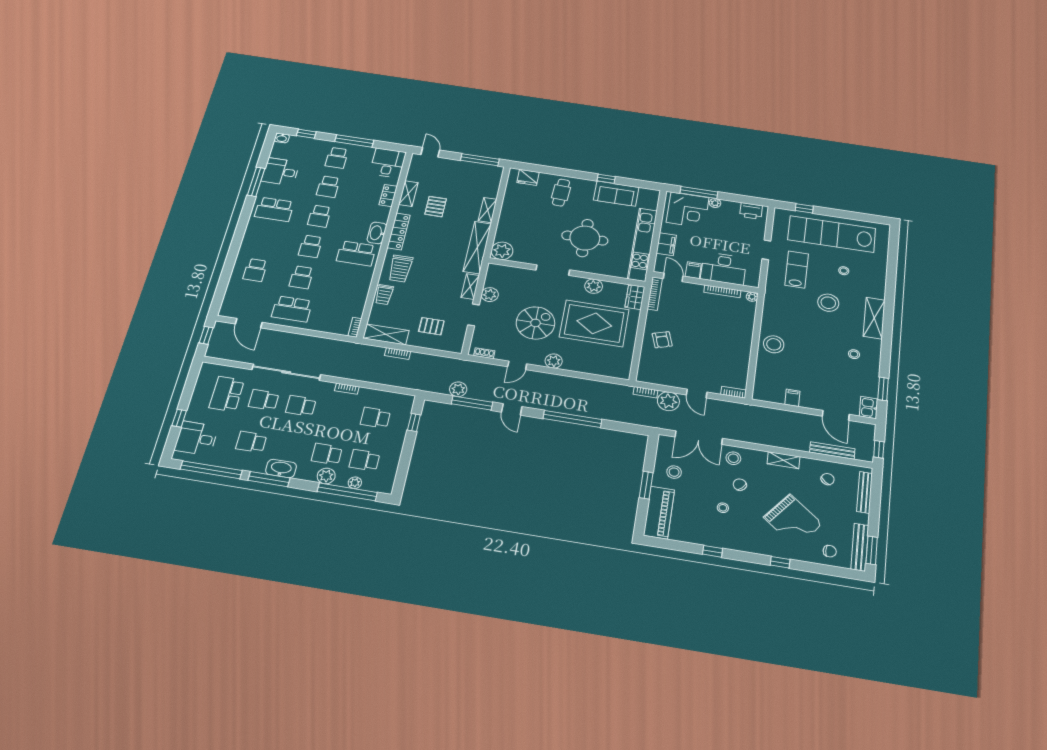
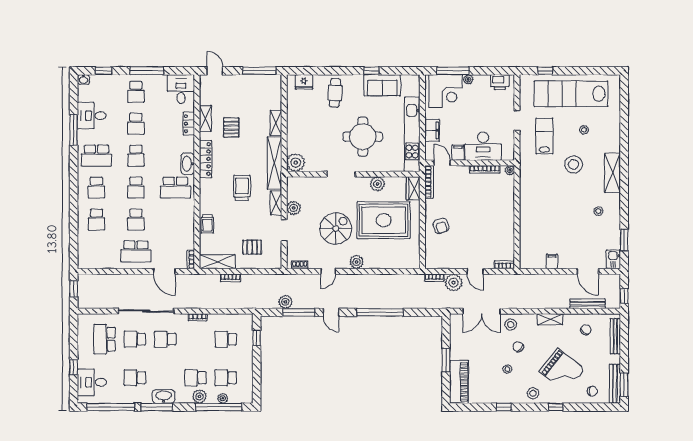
school desk: (265, 239) -> (96, 188), added
trolley: (400, 269) -> (242, 188), moved, turned 180
door: (249, 323) -> (164, 271), moved
stool: (774, 344) -> (532, 214), removed
stool: (674, 472) -> (533, 393), moved

